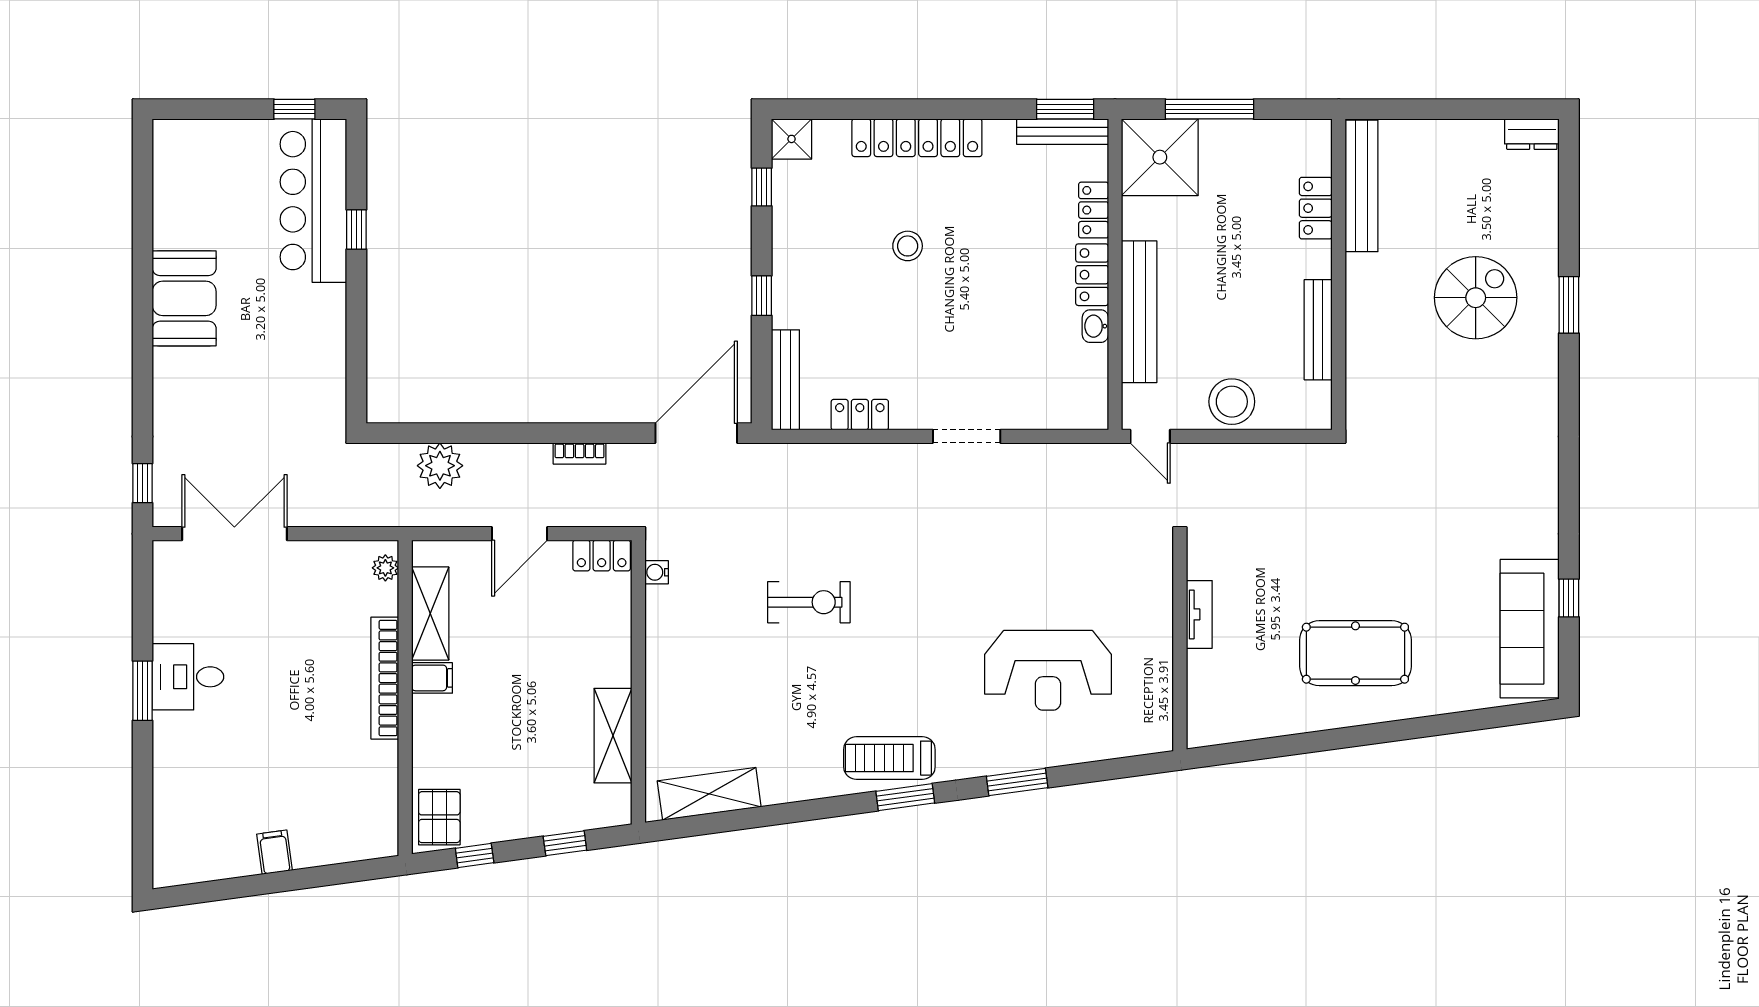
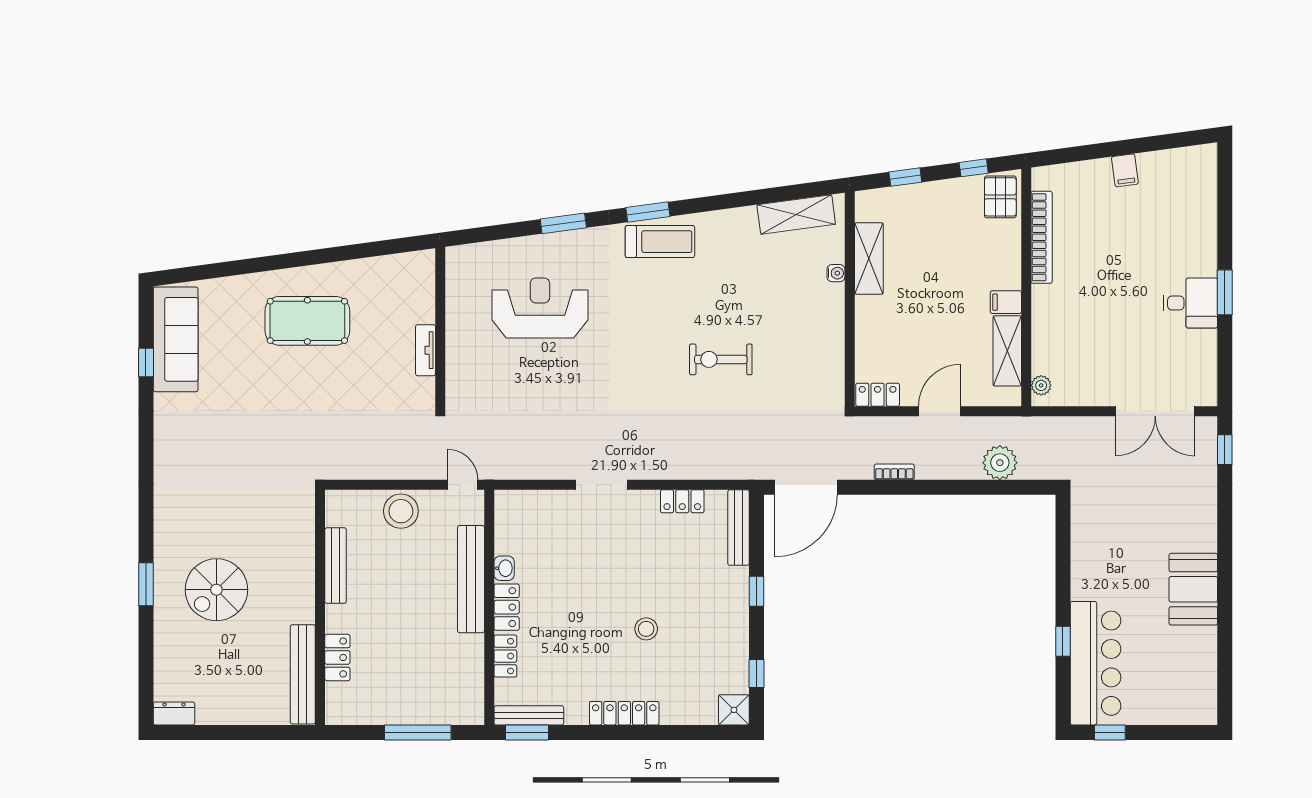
locker: (917, 138) -> (624, 713), width x0.71, depth x0.83
shower: (1160, 157) -> (455, 696), removed
water cooler: (657, 572) -> (836, 273), moved
bookcase: (385, 678) -> (1042, 237), moved

